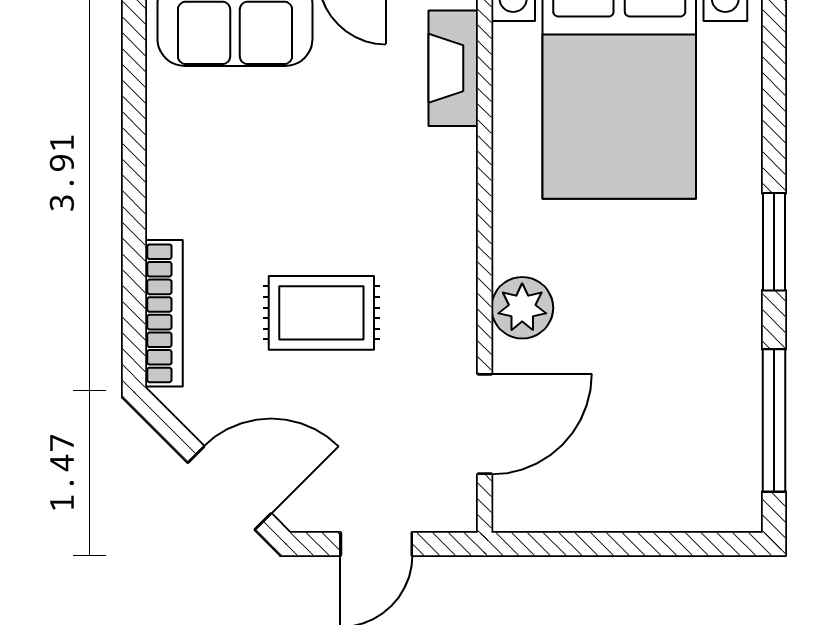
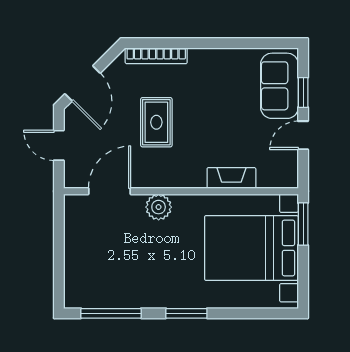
fireplace: (453, 68) -> (231, 178), moved
door: (485, 424) -> (109, 191), swing flipped

